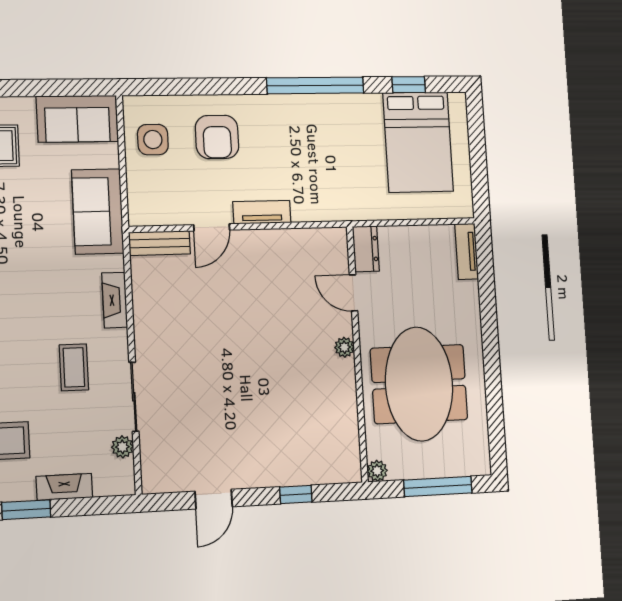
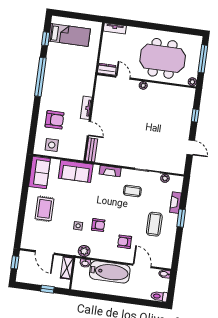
bed: (418, 142) -> (69, 35), width x0.67
door: (354, 293) -> (123, 78), swing flipped

